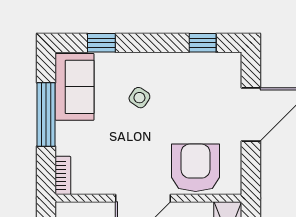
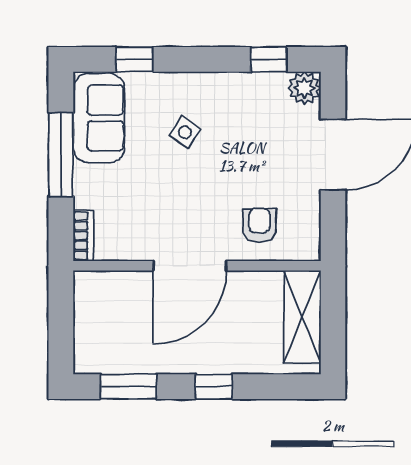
plant: (229, 64) -> (304, 88), added
armchair: (196, 168) -> (259, 225), width x0.53, depth x0.53

